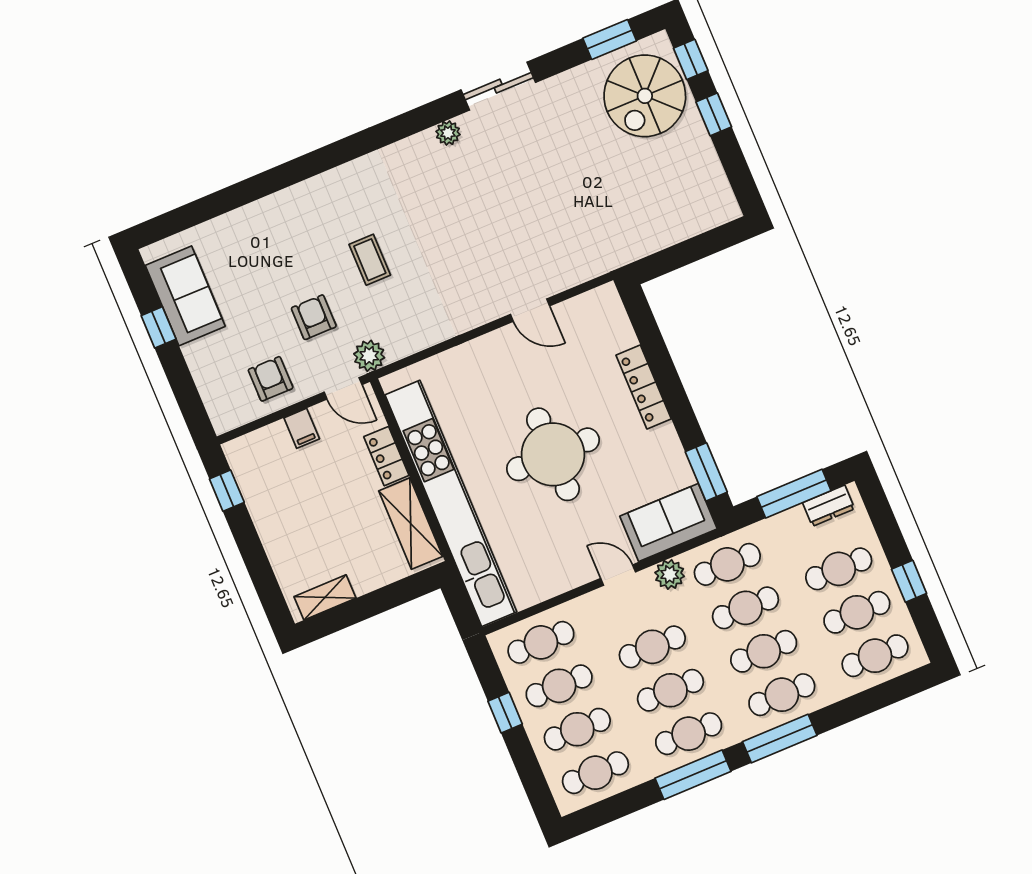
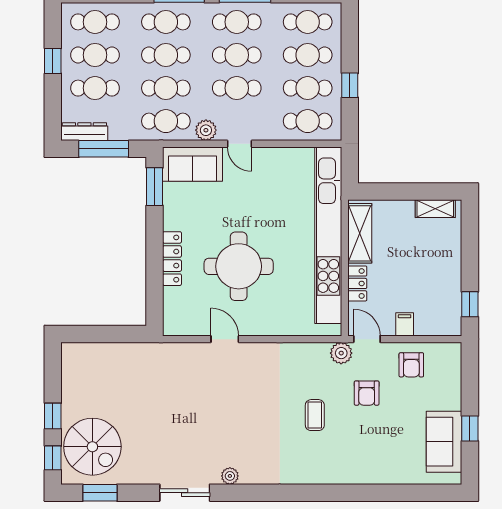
spiral stairs: (645, 96) -> (92, 447), turned 90
round table: (553, 454) -> (239, 266), moved
dresser: (829, 506) -> (84, 132), width x1.44

